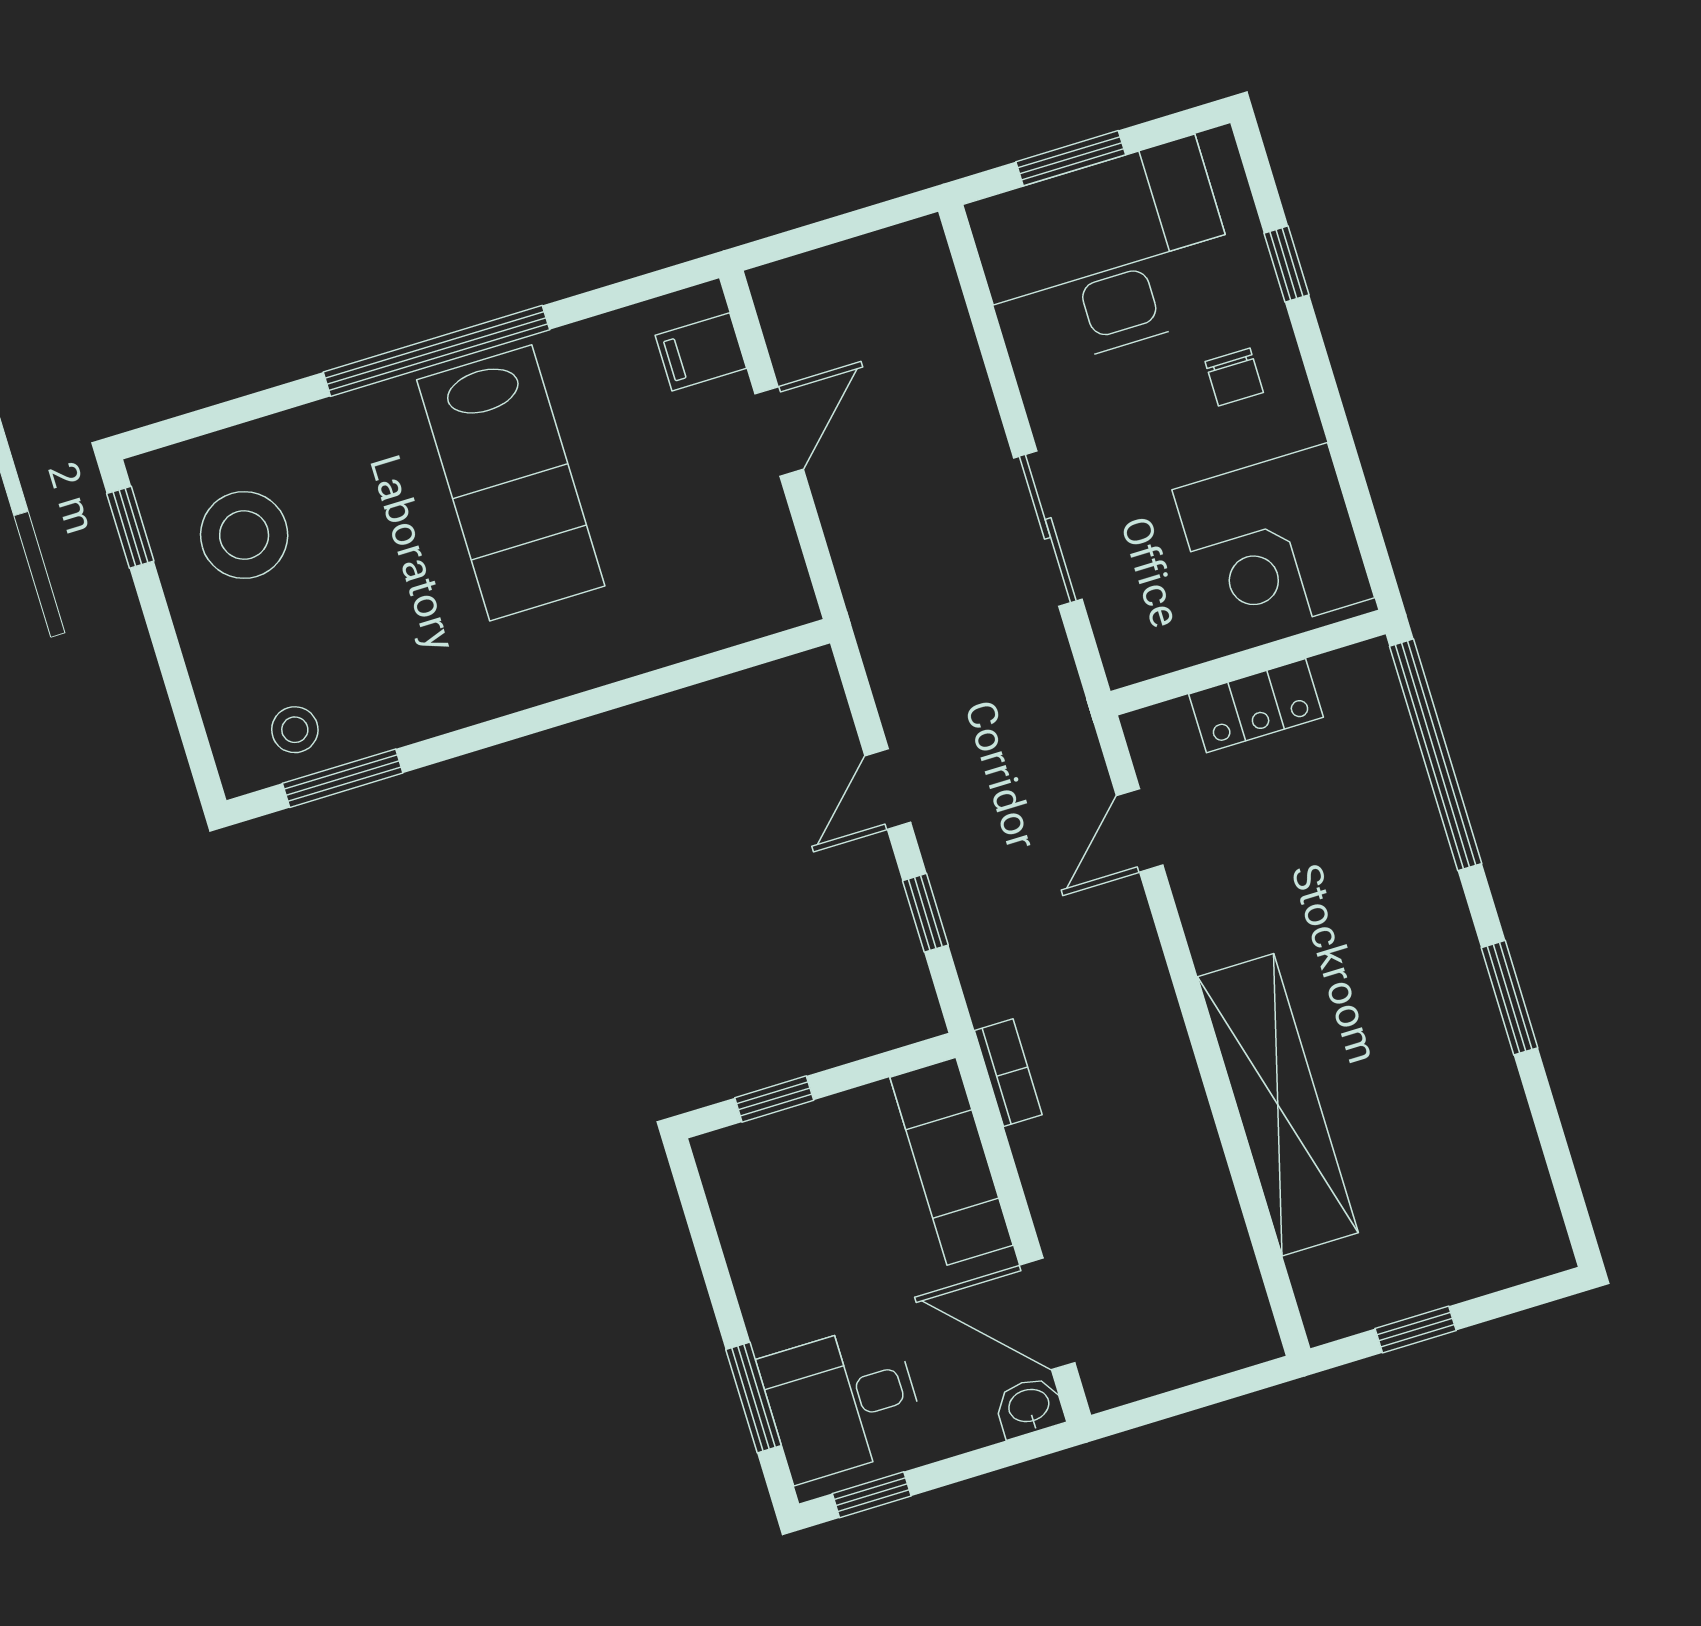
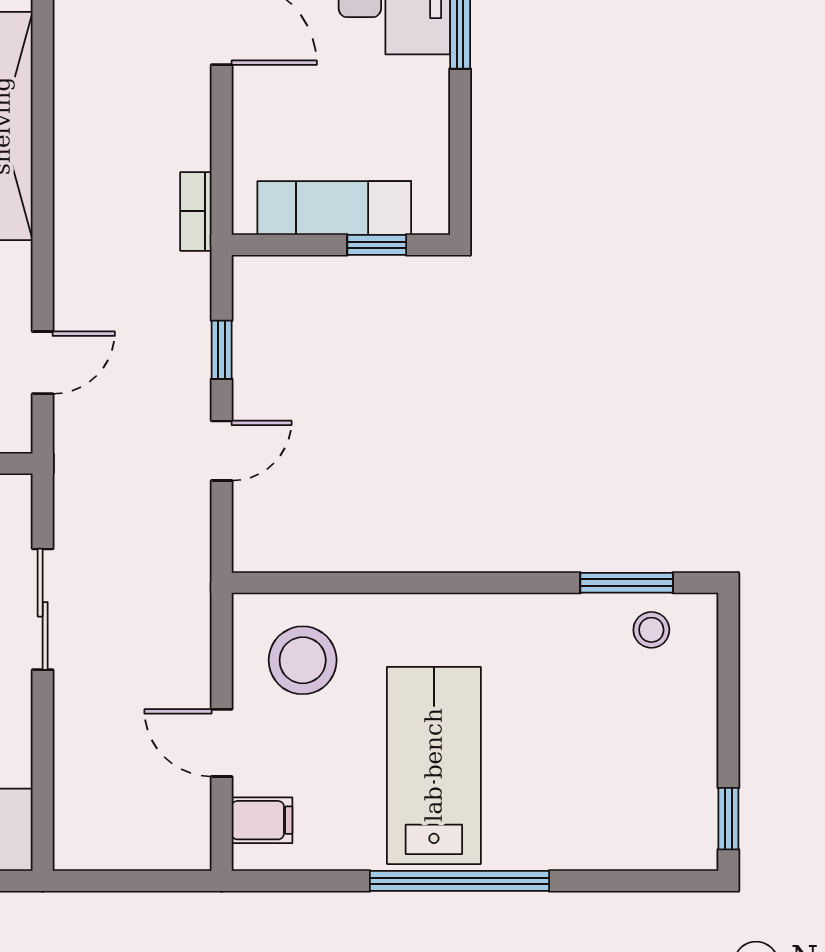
door: (779, 431) -> (222, 743), hinge flipped
stool: (244, 535) -> (303, 660), moved
exam couch: (952, 1161) -> (334, 208), moved, turned -90

